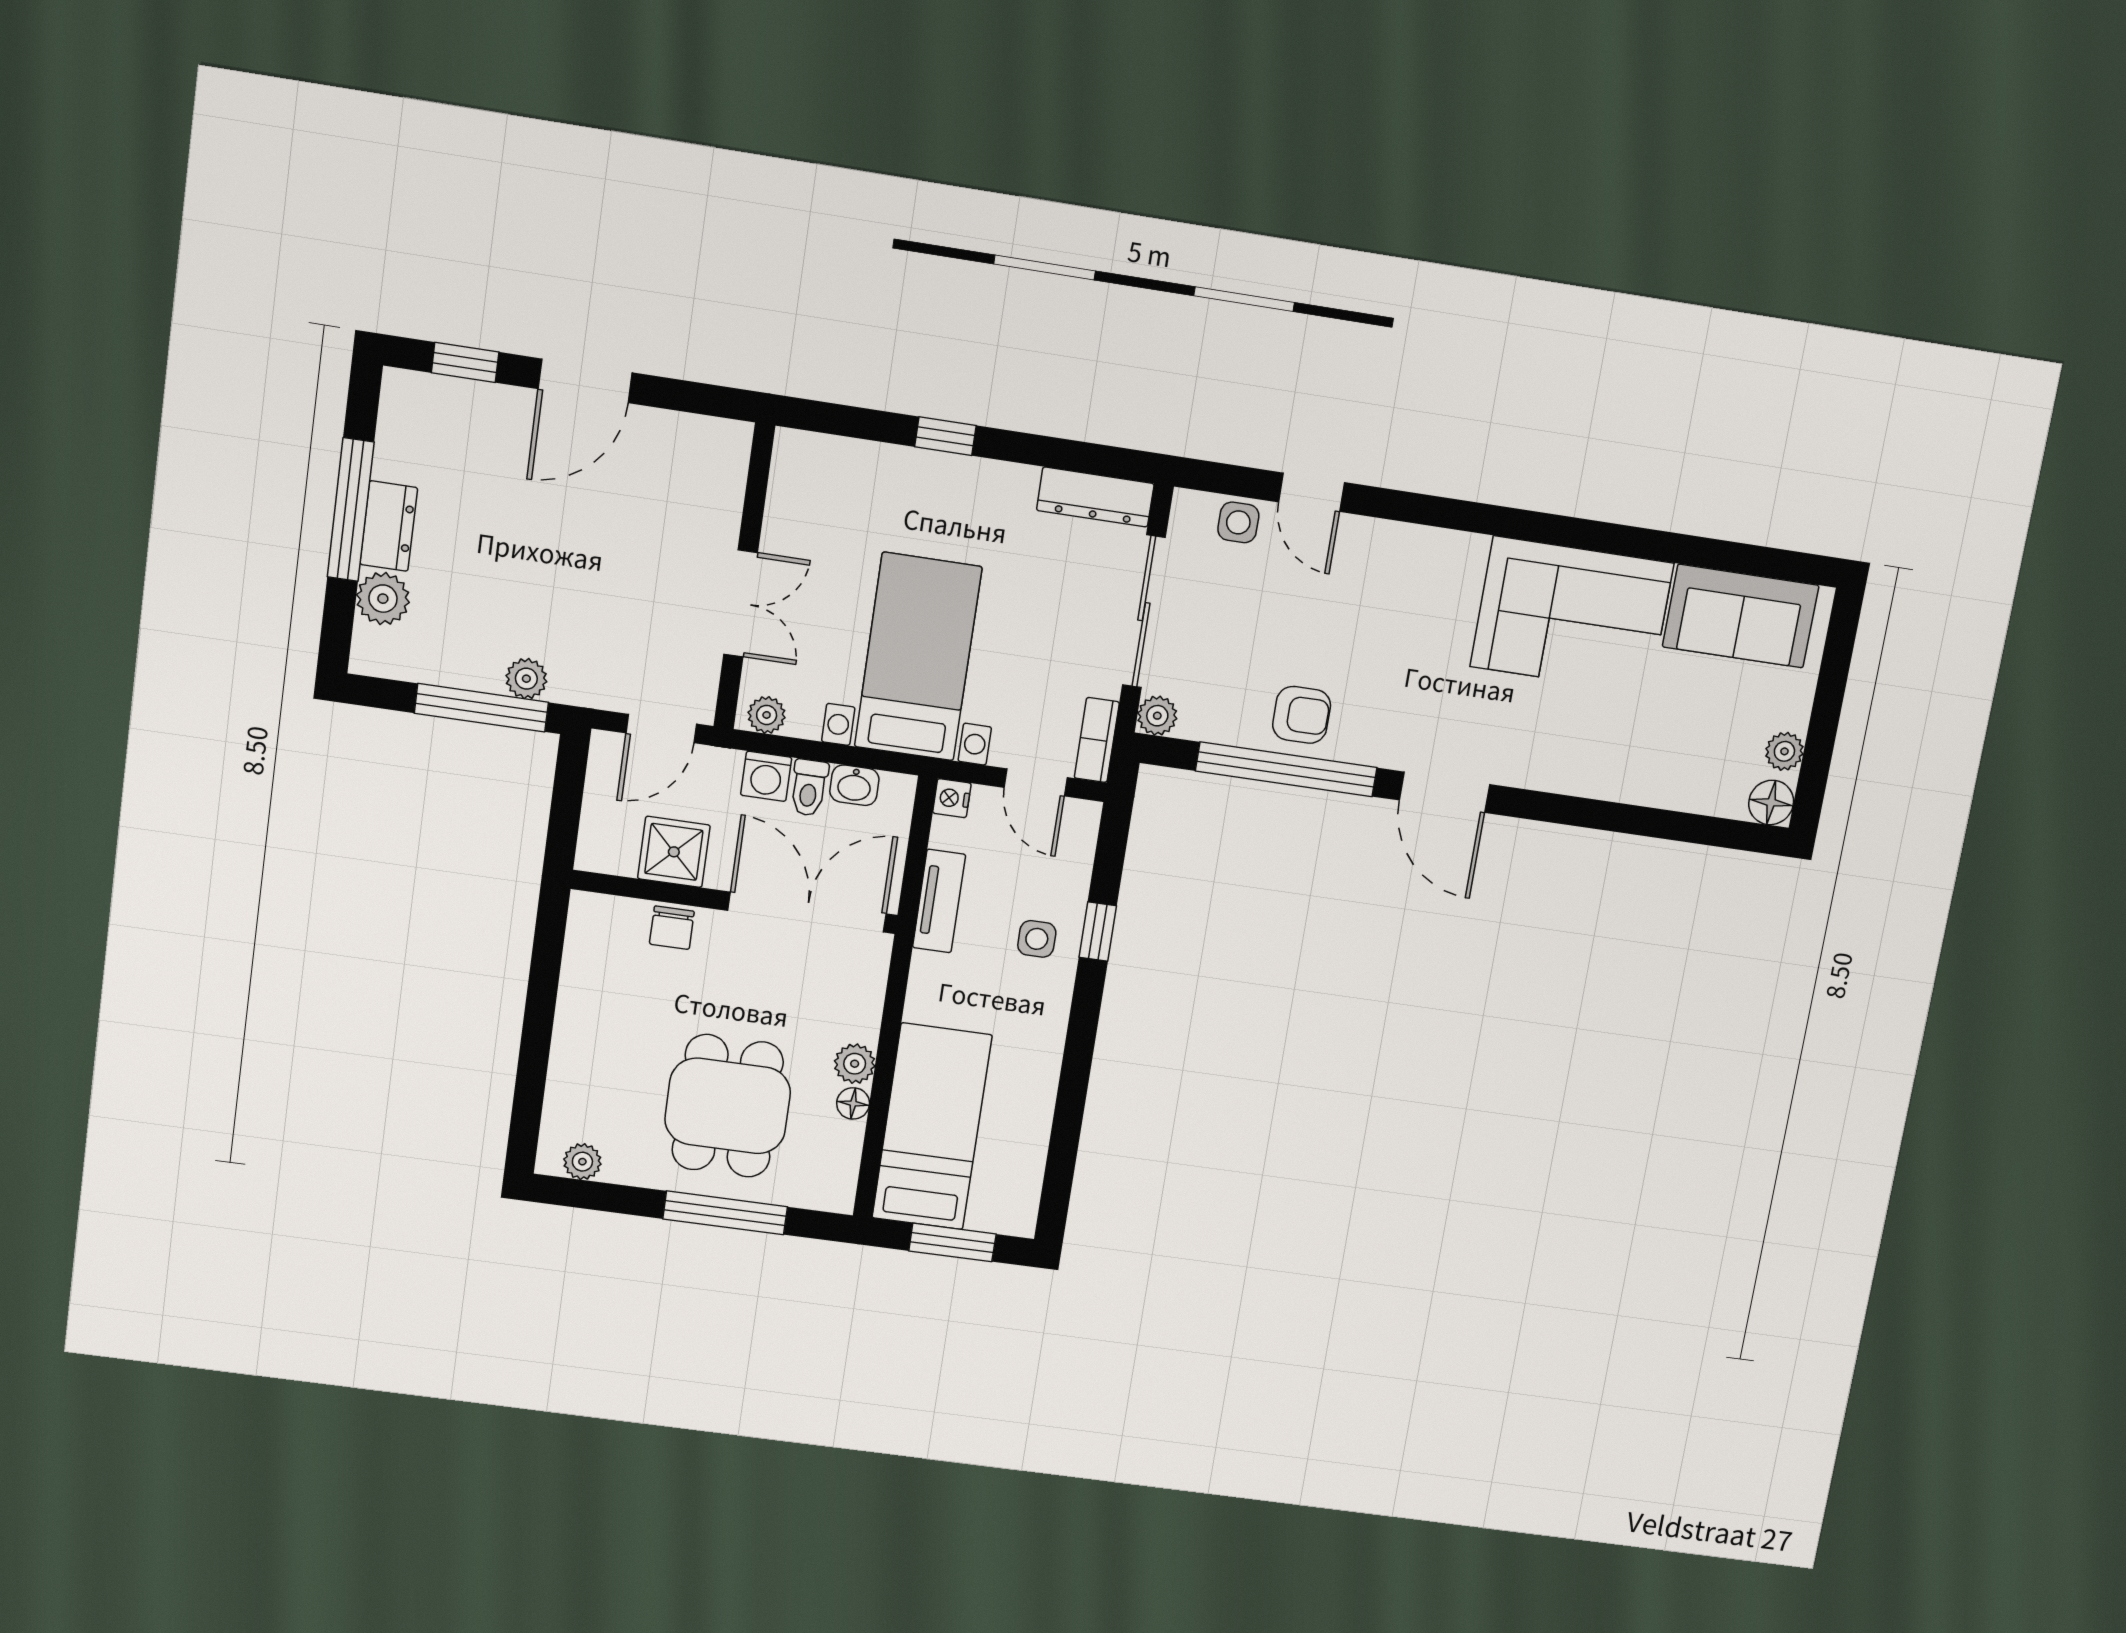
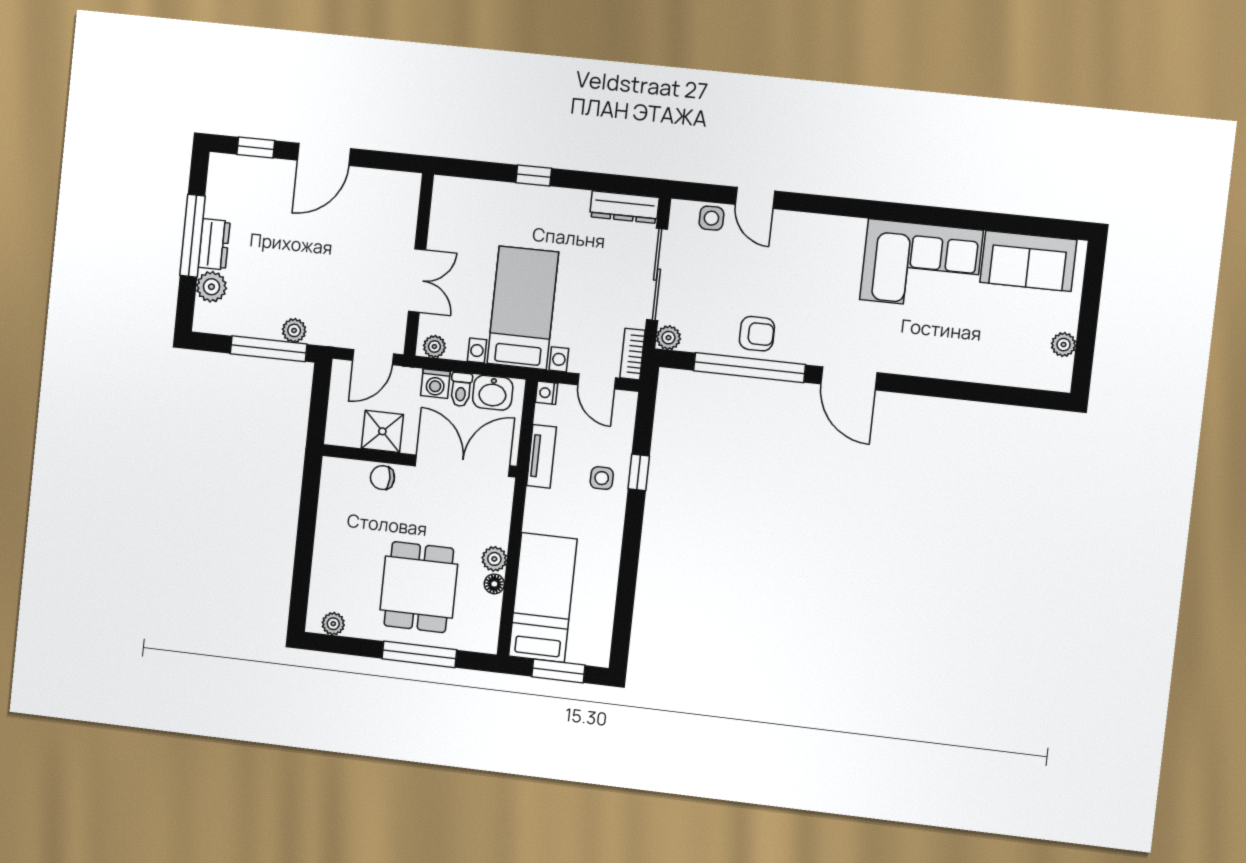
washbasin: (854, 785) -> (493, 393), width x1.38, depth x1.45
floor lamp: (1771, 802) -> (1058, 377), removed
chair: (672, 928) -> (382, 478), turned 90

